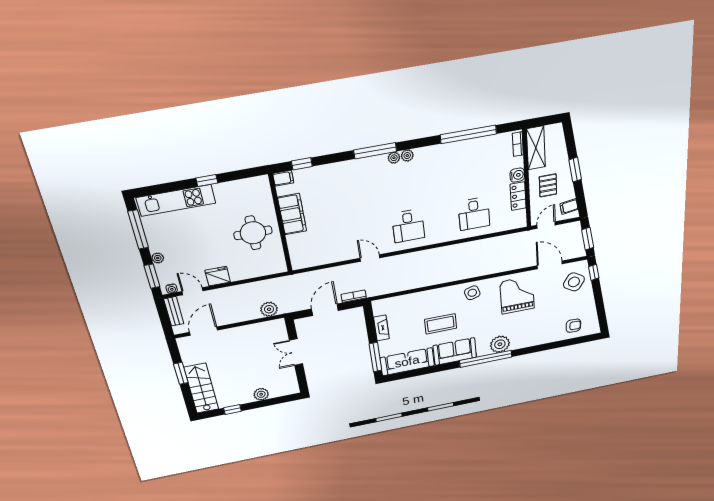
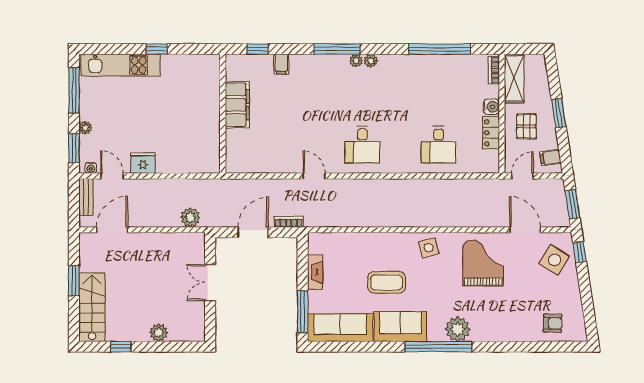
filing cabinet: (283, 178) -> (281, 64), moved, turned 90
round table: (253, 233) -> (192, 118), removed

